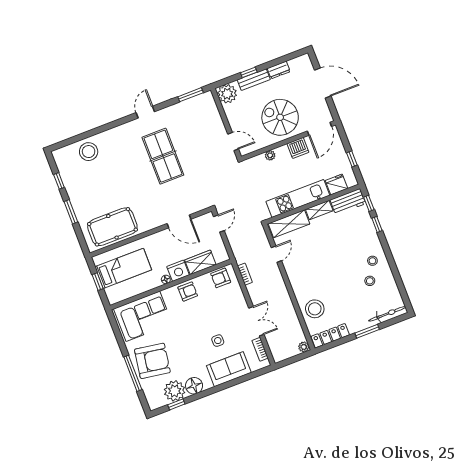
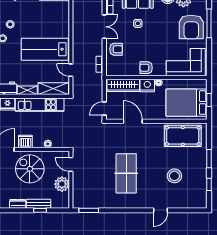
plant: (227, 94) -> (62, 184), moved
door: (145, 112) -> (161, 210), moved
spiral stairs: (280, 117) -> (30, 169), turned 180
stool: (89, 152) -> (174, 176), moved
door: (276, 254) -> (71, 70), hinge flipped
wardrobe: (200, 262) -> (123, 85), width x1.50
lab bench: (317, 267) -> (45, 49), added
bed: (123, 268) -> (187, 103), width x1.50
armchair: (221, 278) -> (116, 49), moved
stool: (315, 309) -> (58, 19), removed
double door: (256, 321) -> (104, 27), swing flipped
armchair: (152, 361) -> (191, 27), turned -99

